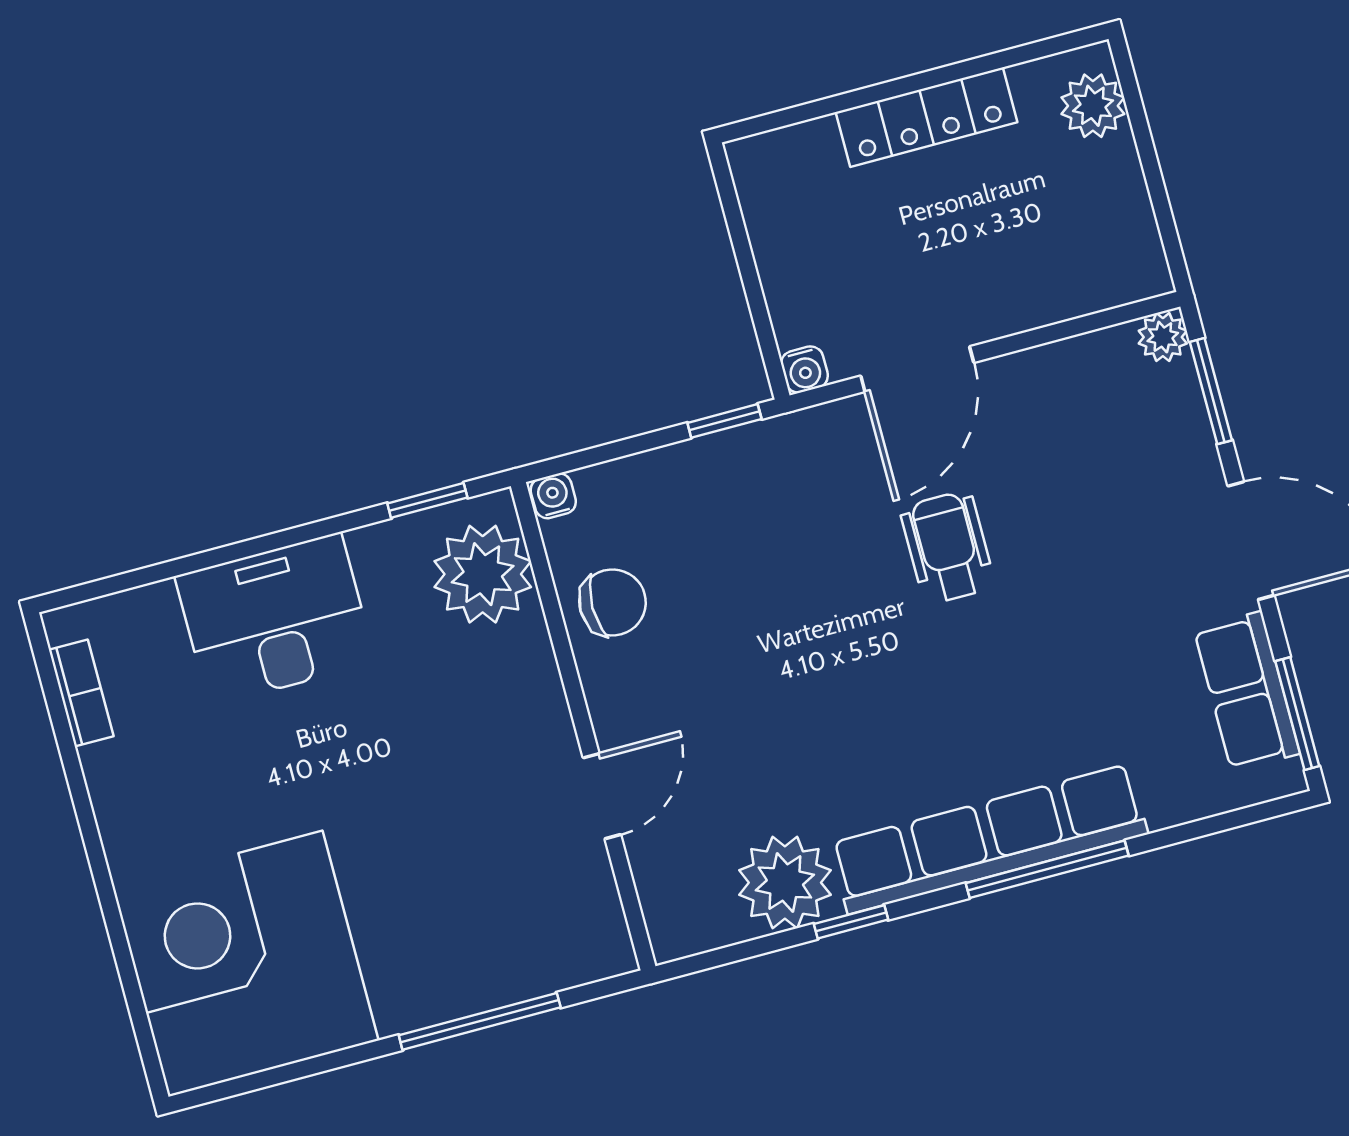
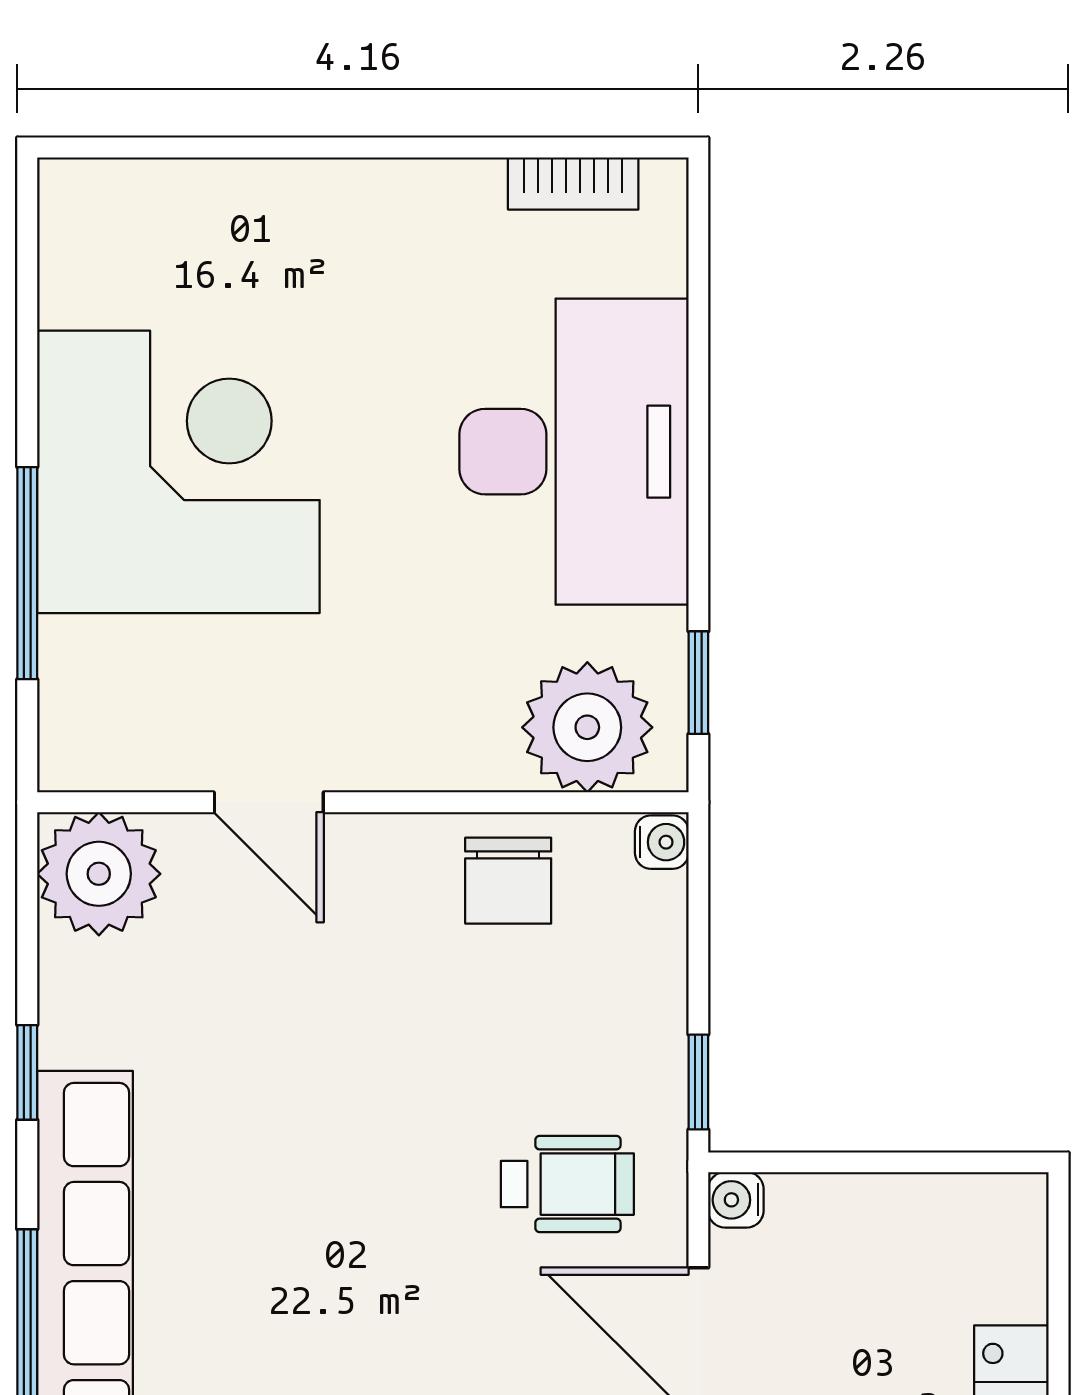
wheelchair: (948, 547) -> (567, 1184), moved
desk: (275, 619) -> (574, 452), width x1.36, depth x1.30
plant: (785, 883) -> (99, 874), moved
corner desk: (245, 964) -> (178, 472), moved

